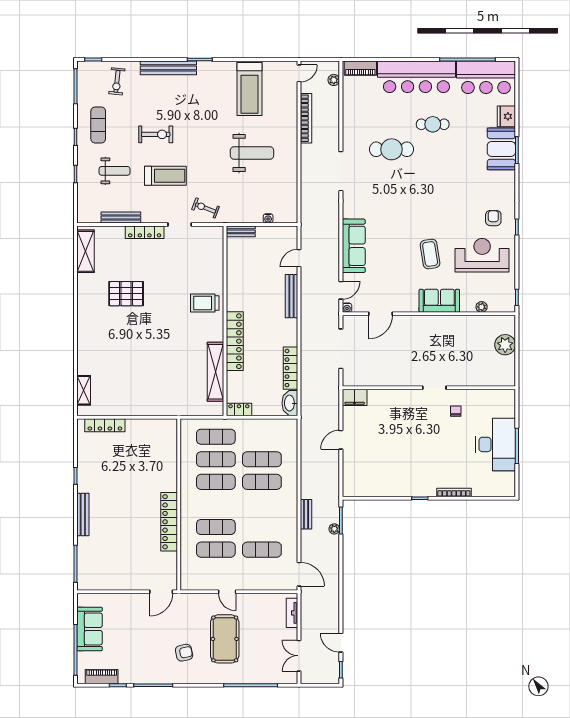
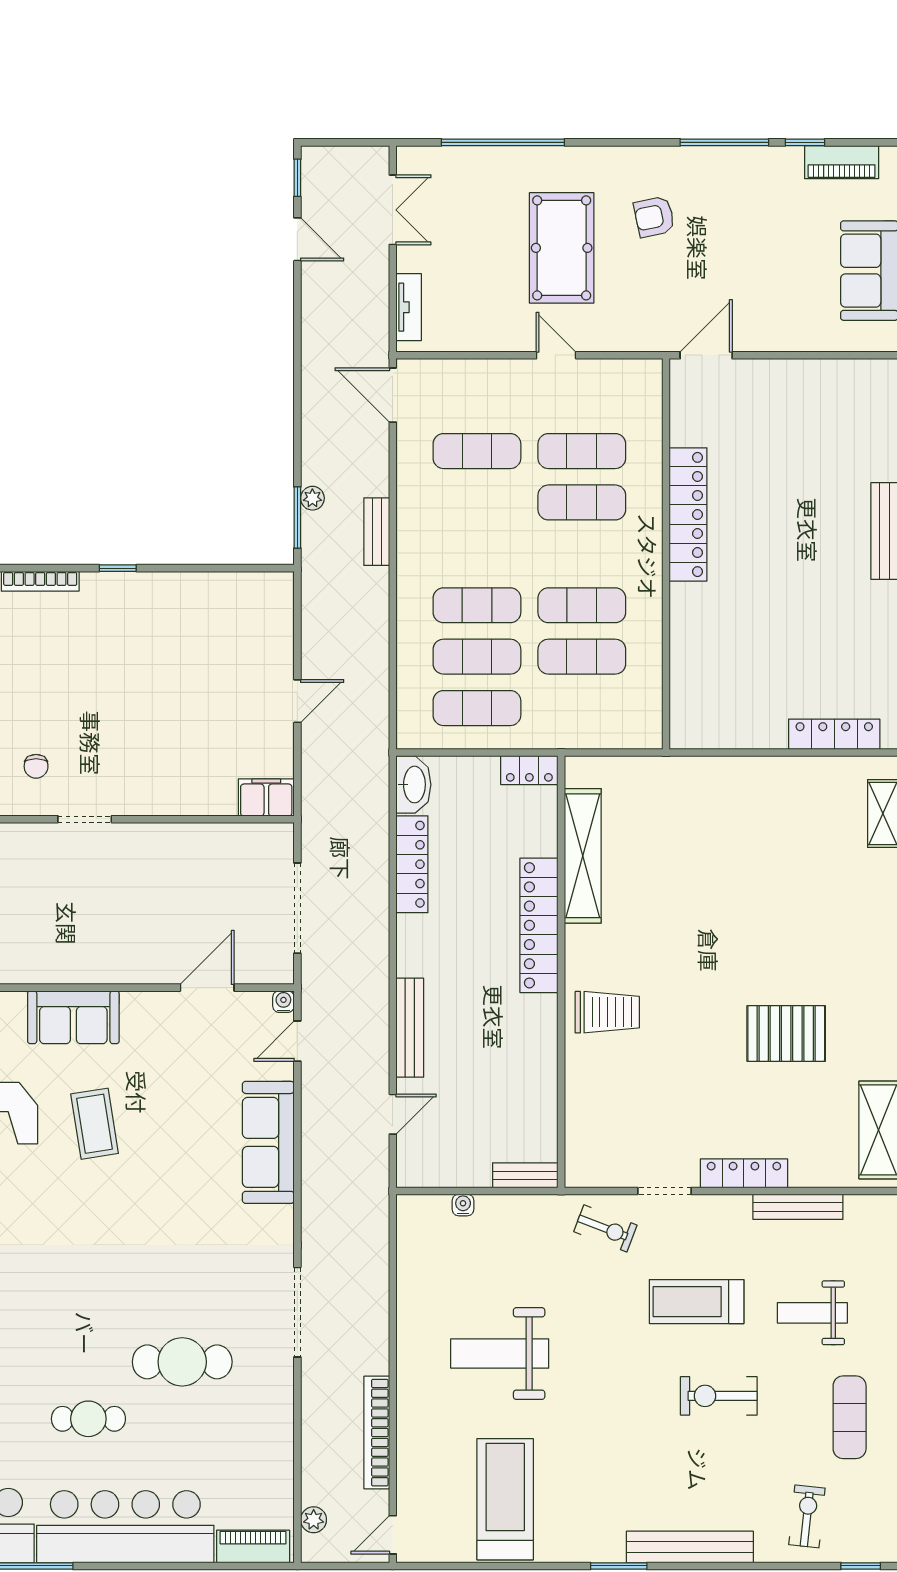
exercise mat: (216, 437) -> (477, 708), moved

